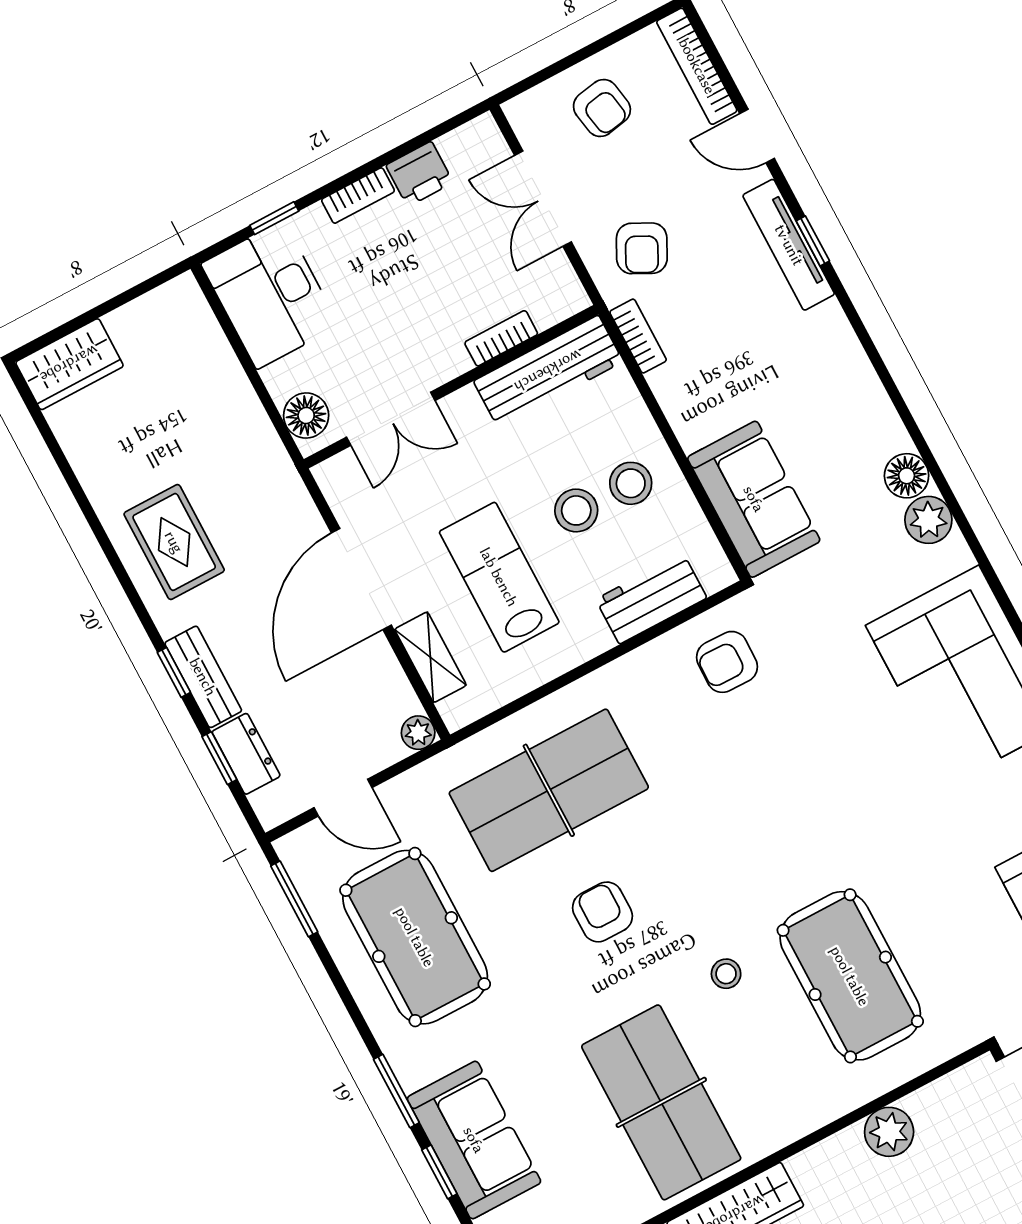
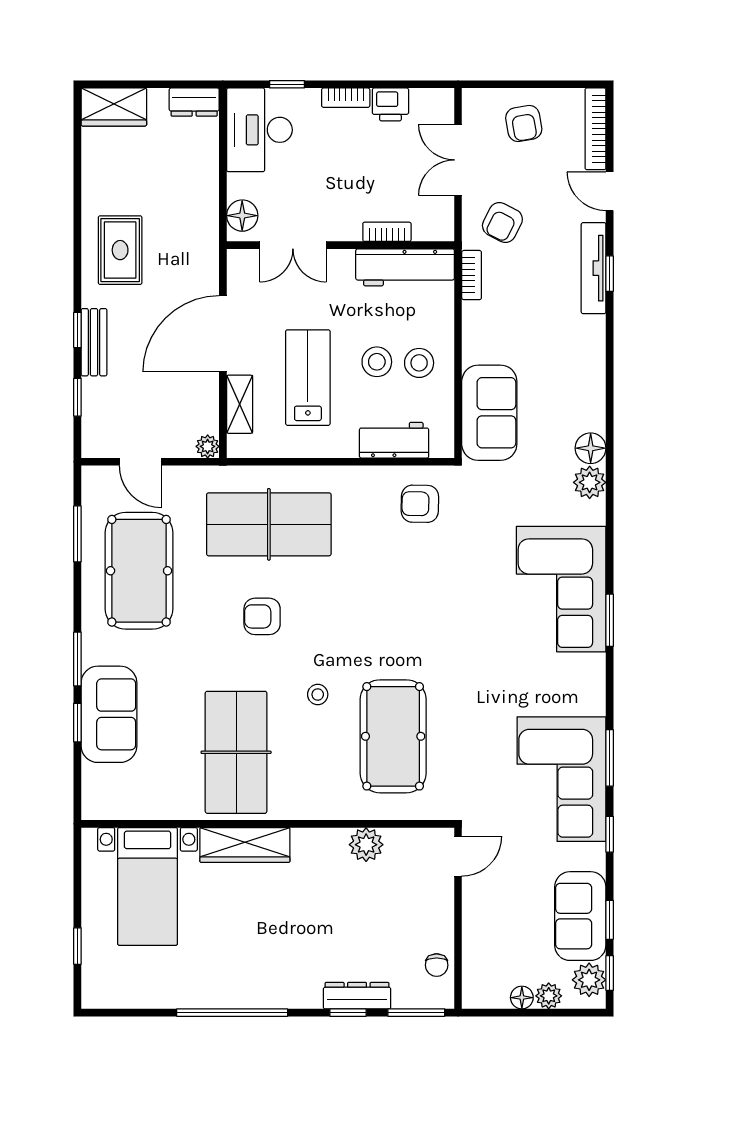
dresser: (246, 754) -> (194, 102), moved, turned 90
window: (294, 899) -> (77, 534), moved
armchair: (602, 912) -> (262, 616), turned -90

